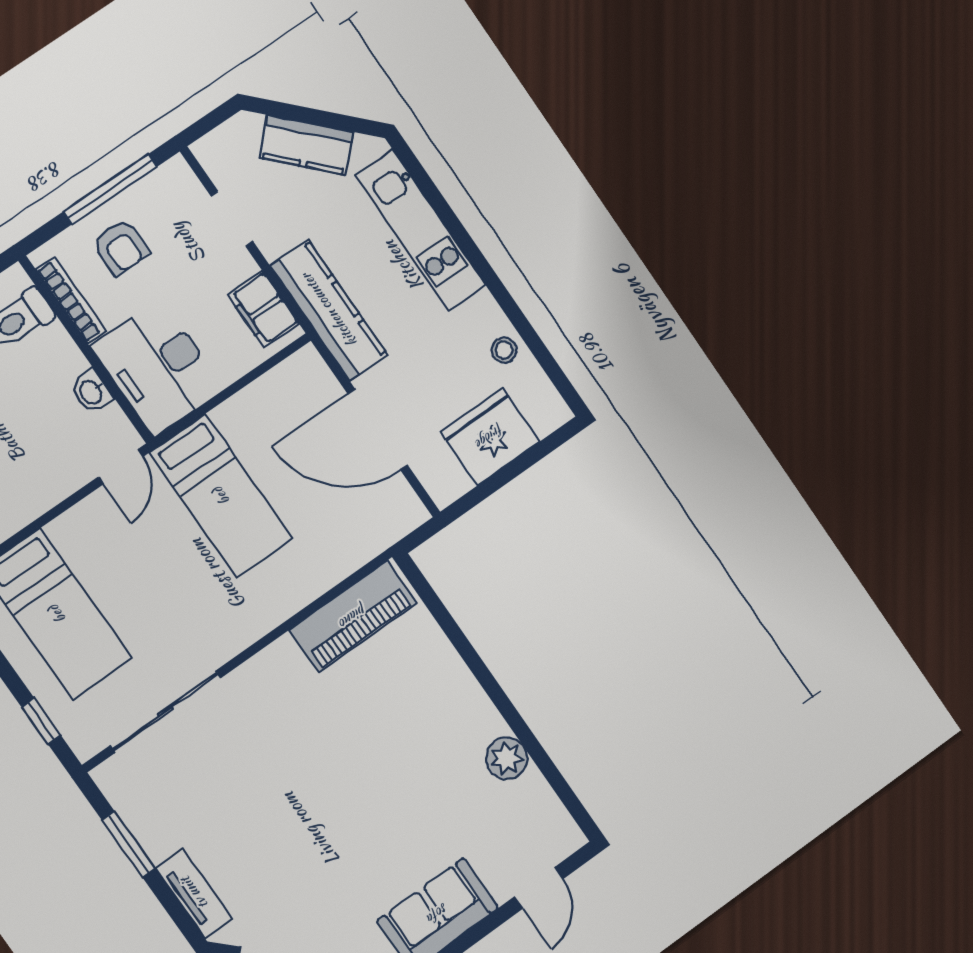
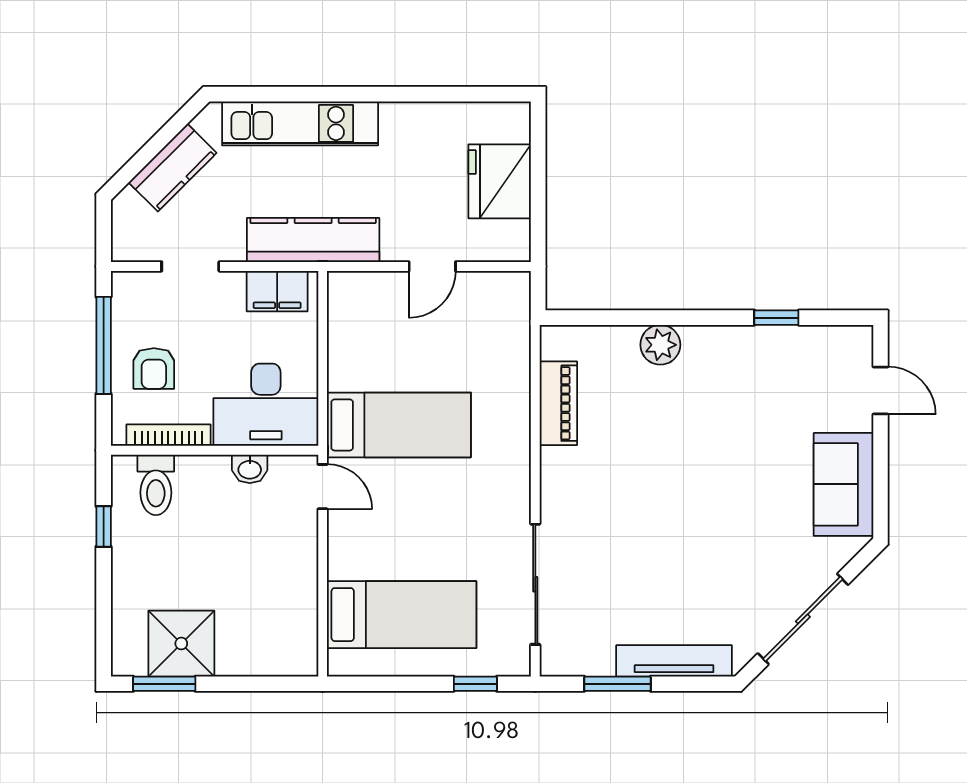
armchair: (121, 247) -> (154, 368), turned 90
stool: (504, 350) -> (439, 122), removed
door: (378, 429) -> (432, 266), width x0.53
piano: (353, 617) -> (558, 403), width x0.73, depth x0.75
window: (539, 755) -> (776, 318), added
plant: (507, 758) -> (660, 345), moved
tv unit: (194, 893) -> (674, 661), width x1.41

